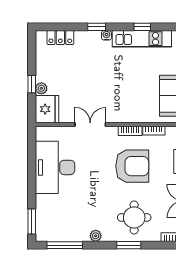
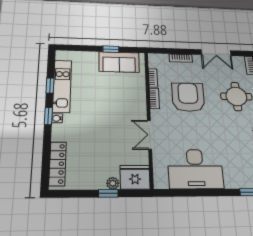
window: (97, 27) -> (48, 116), moved
locker: (60, 37) -> (58, 164), width x1.53

